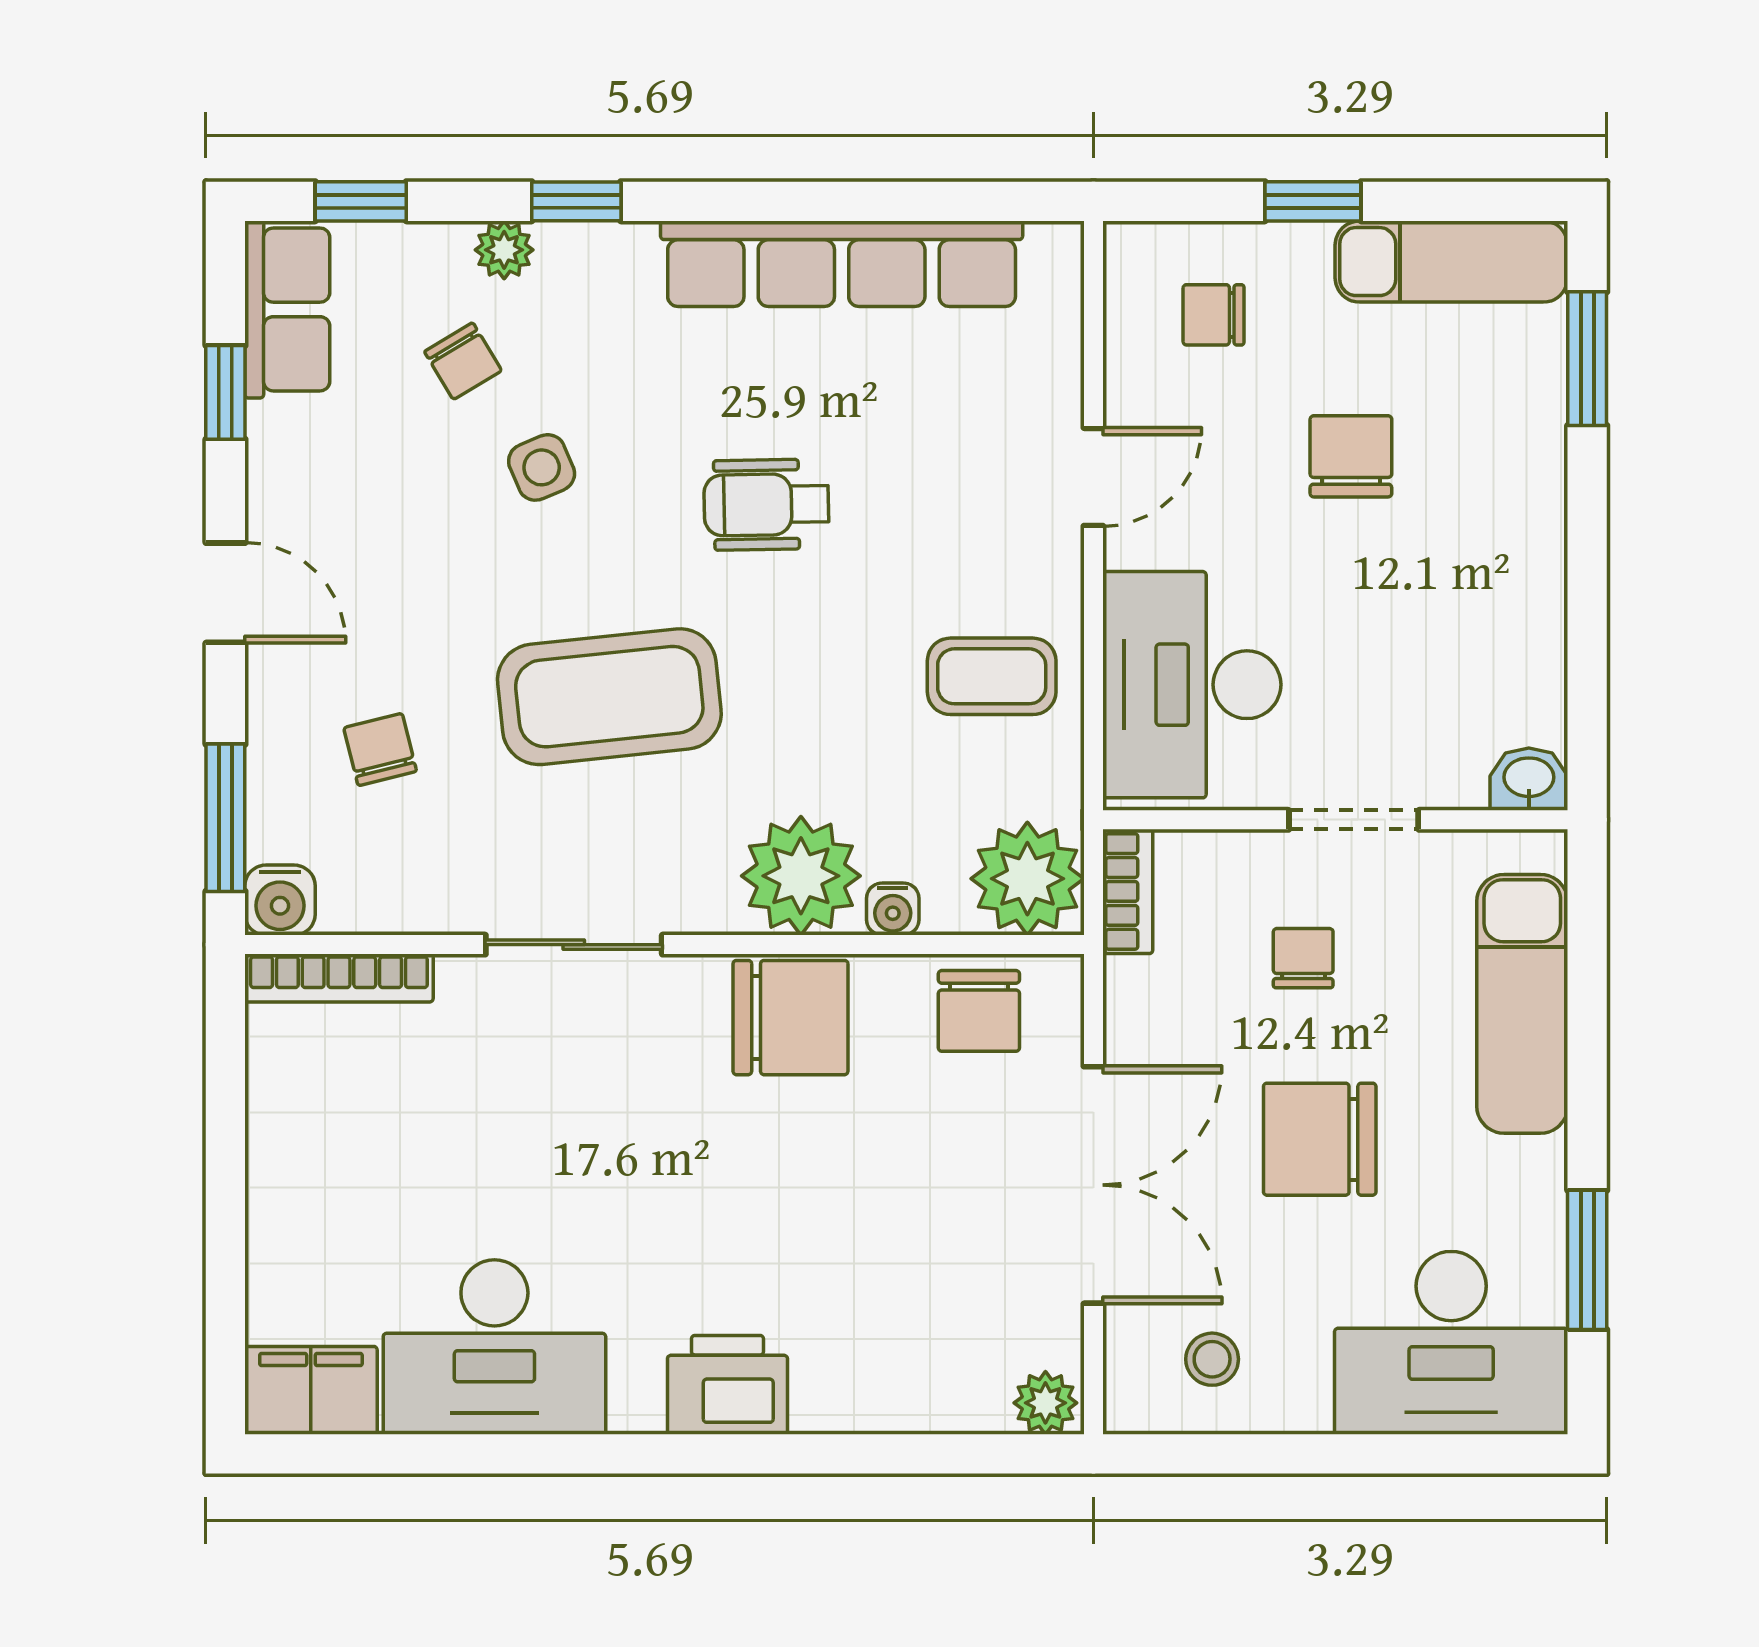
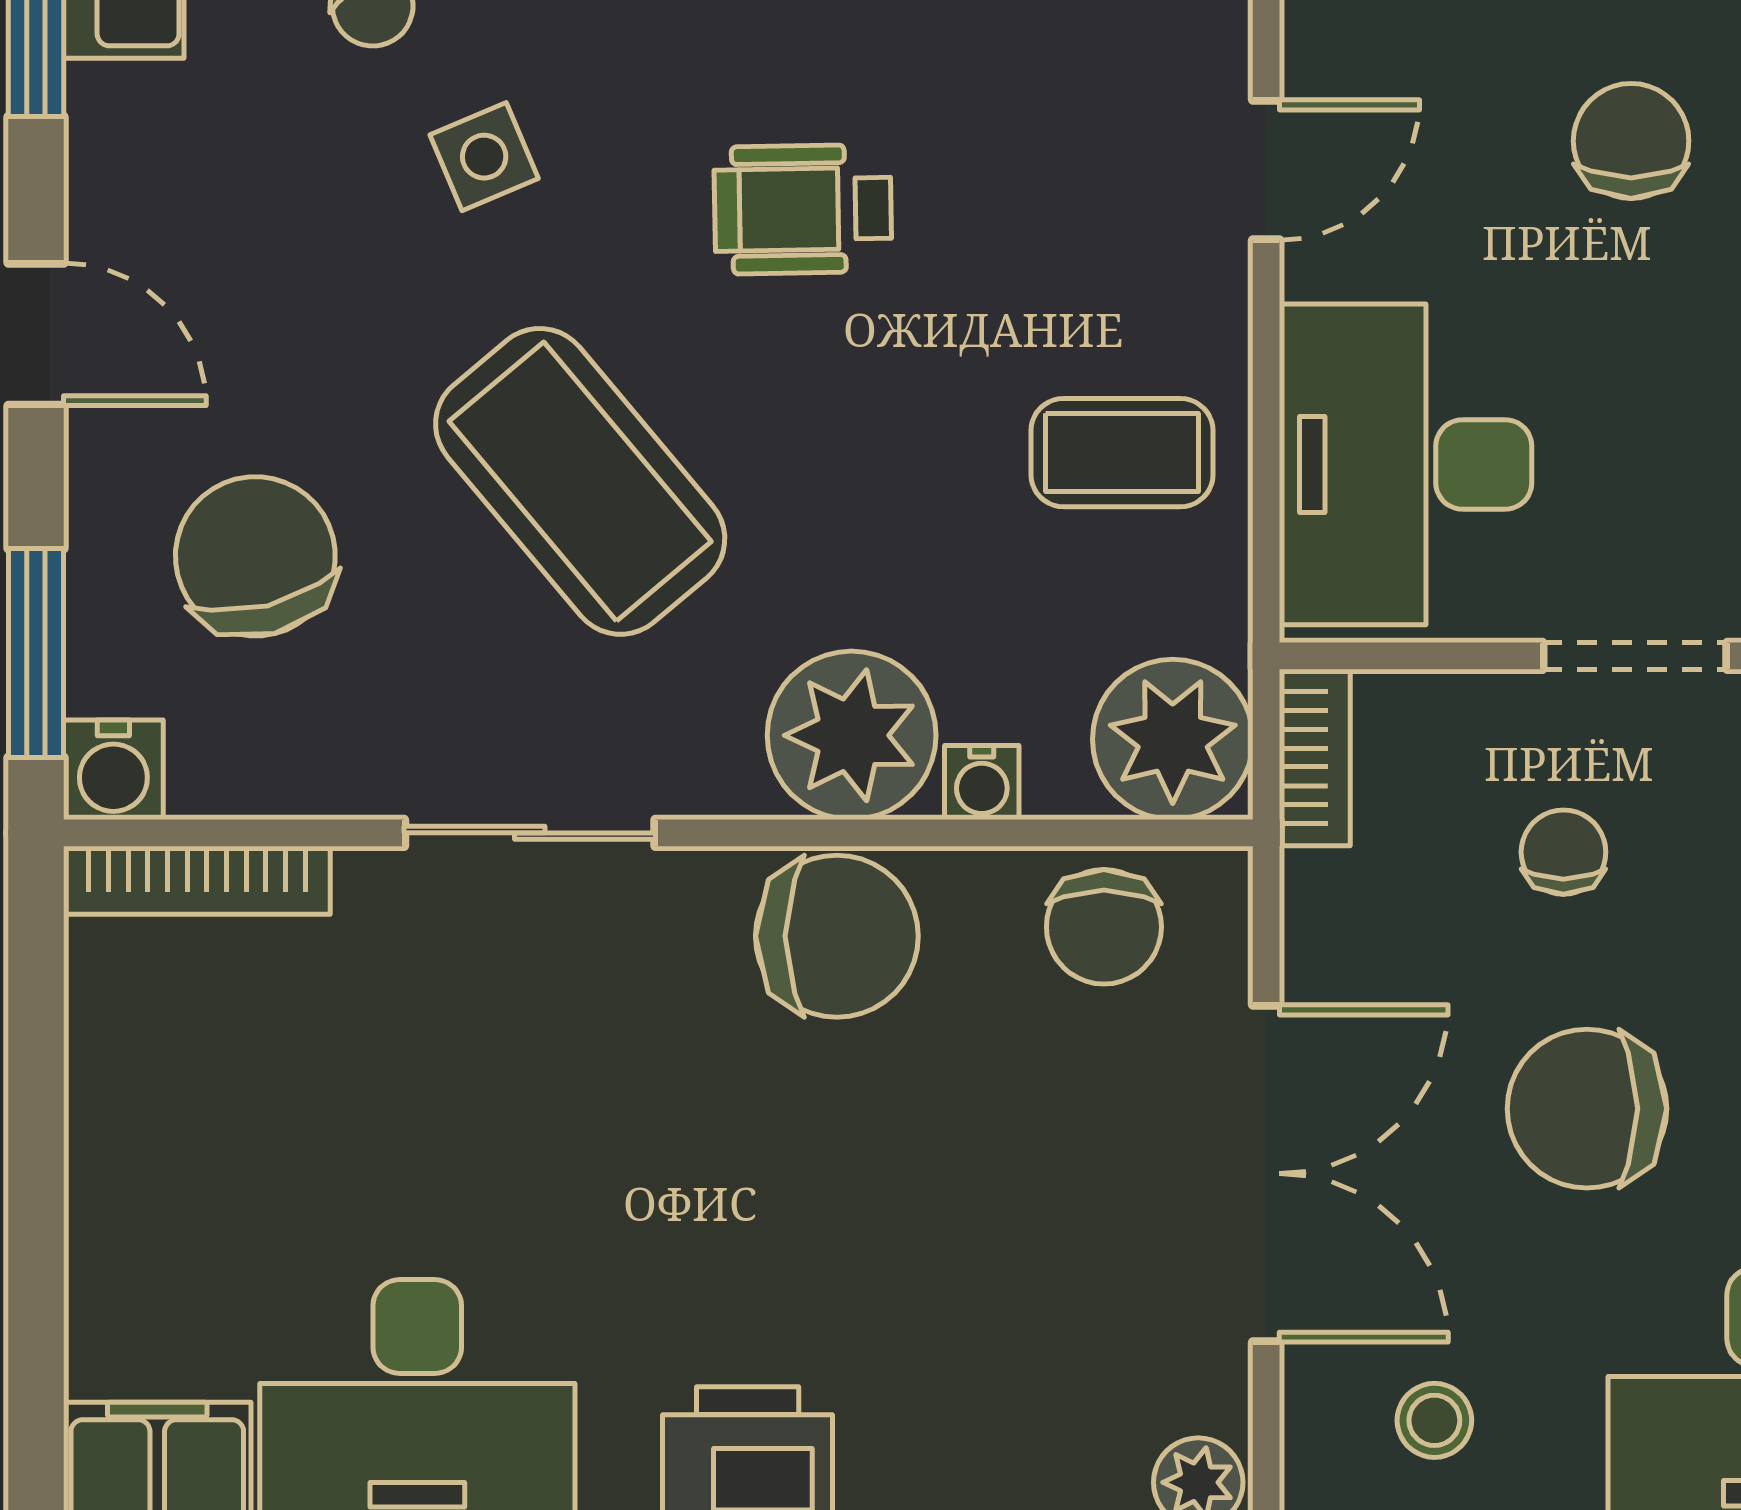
coffee table: (609, 697) -> (580, 481), turned 56
chair: (380, 749) -> (255, 556), width x1.87, depth x1.87

